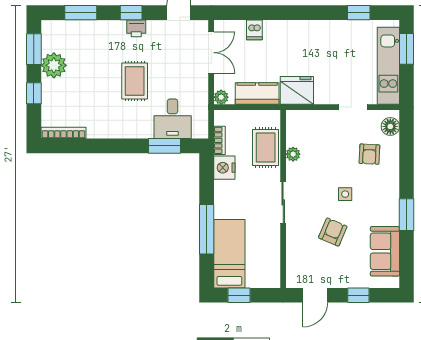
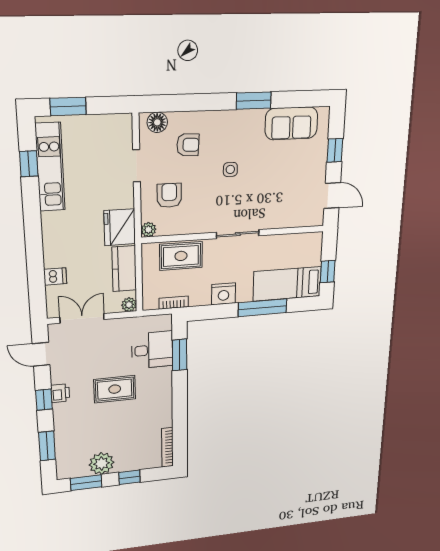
kitchen unit: (388, 66) -> (50, 167), moved, turned -90
plant: (293, 154) -> (148, 230), moved
nightstand: (224, 168) -> (224, 294), moved
armchair: (333, 232) -> (169, 195), moved, turned 67

